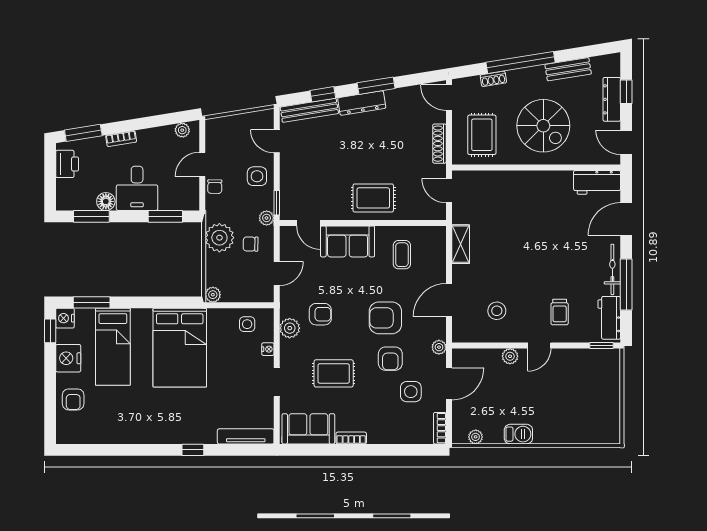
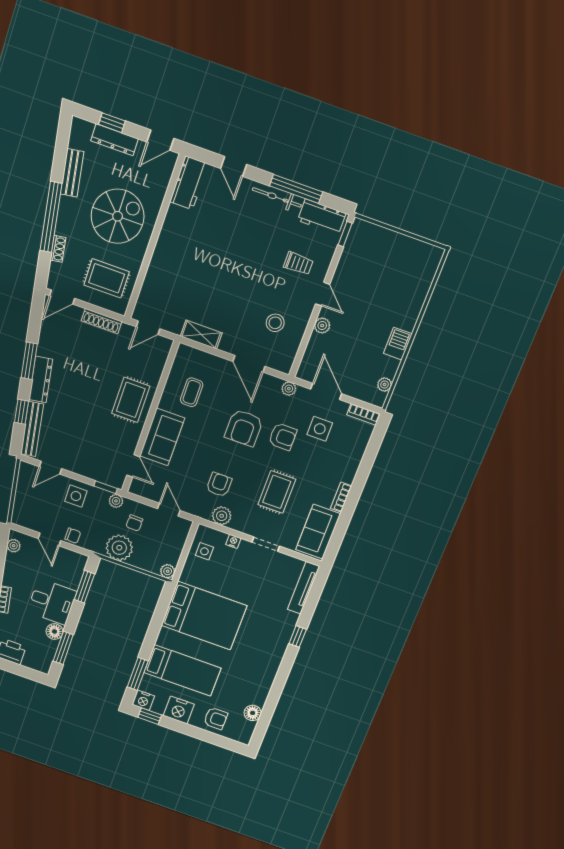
door: (626, 219) -> (234, 166), width x0.73
door: (308, 223) -> (133, 466), hinge flipped
coffee table: (402, 255) -> (192, 392), turned 90
floor lamp: (94, 435) -> (253, 713), added

